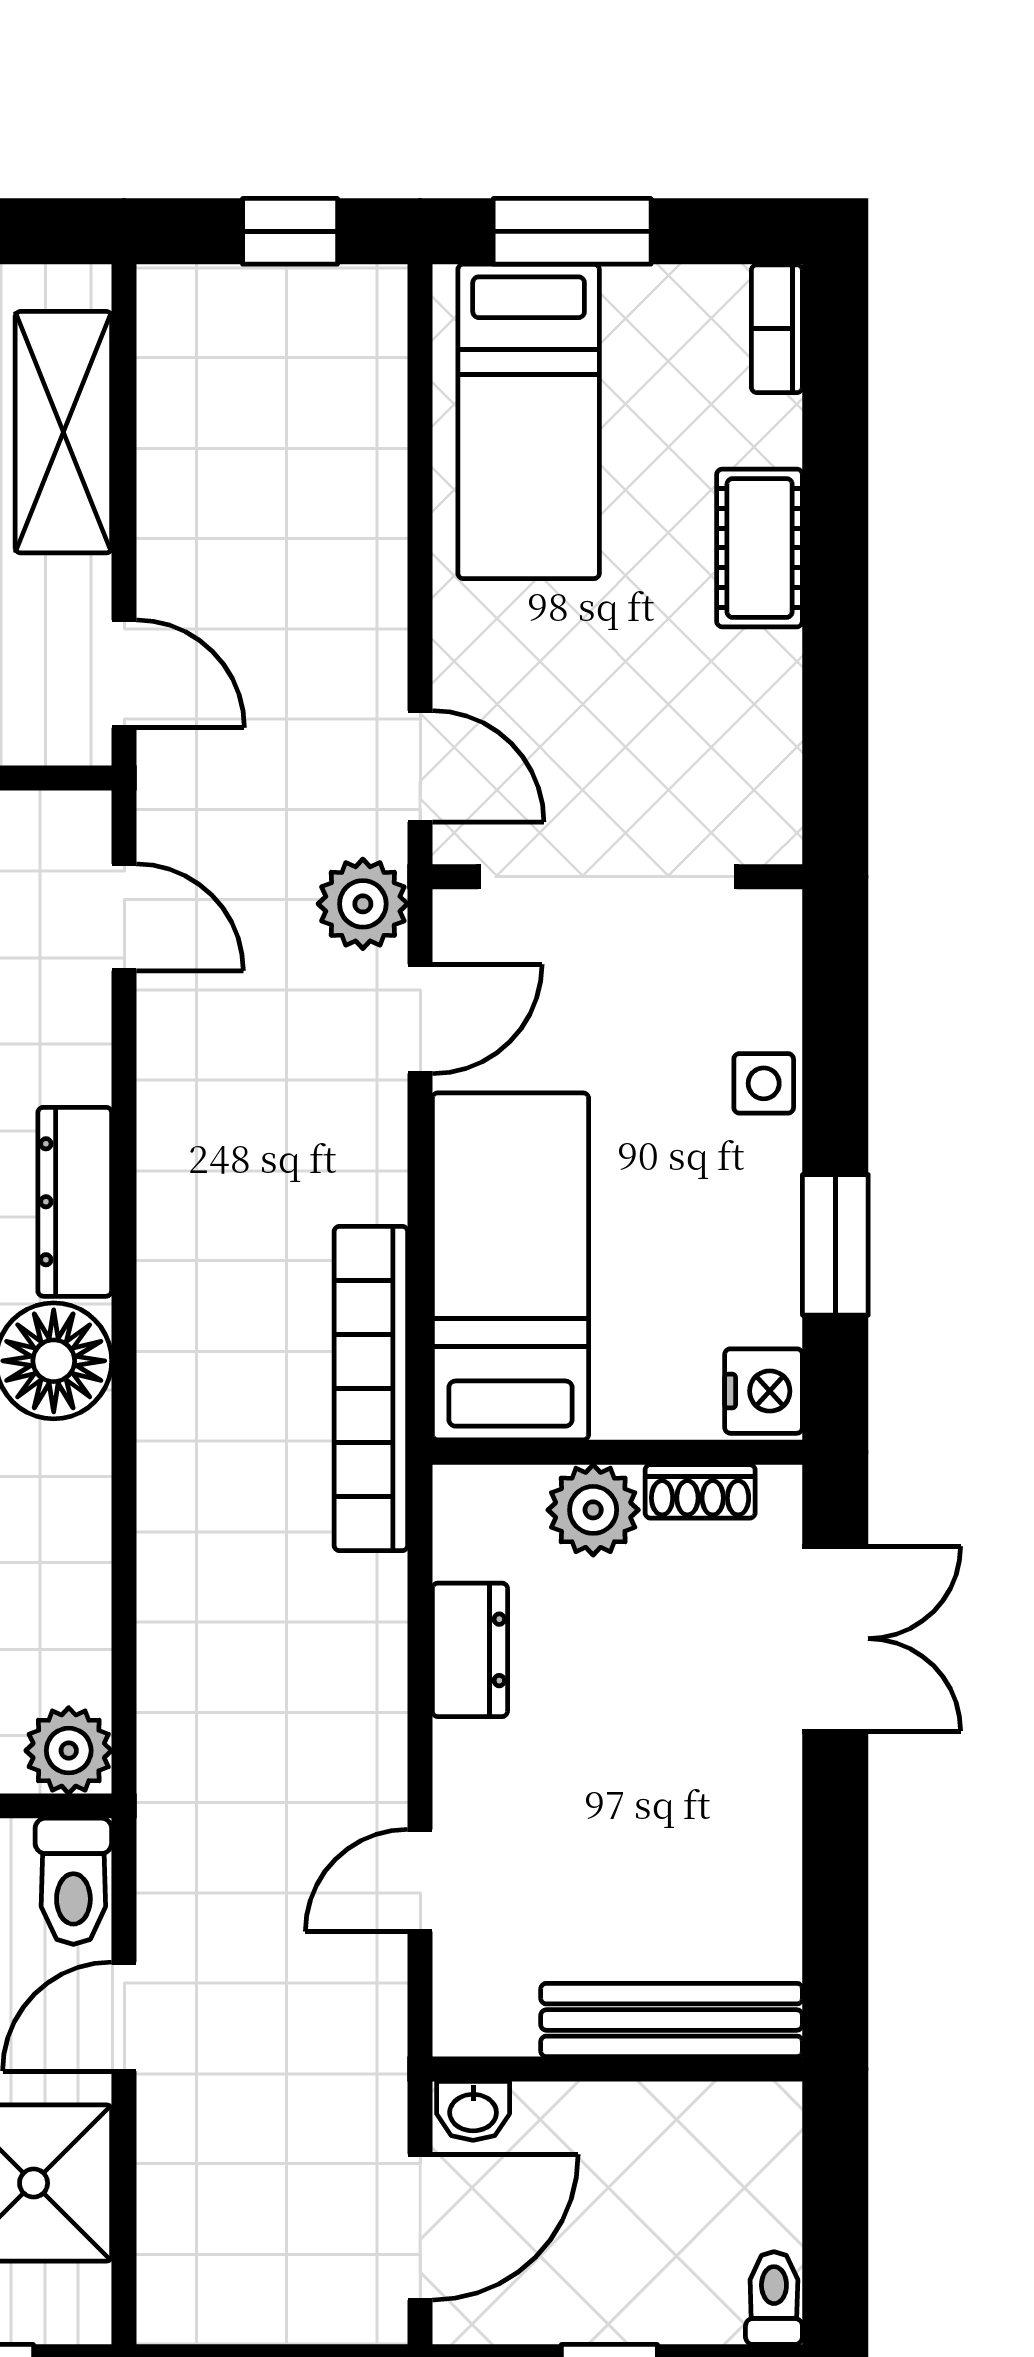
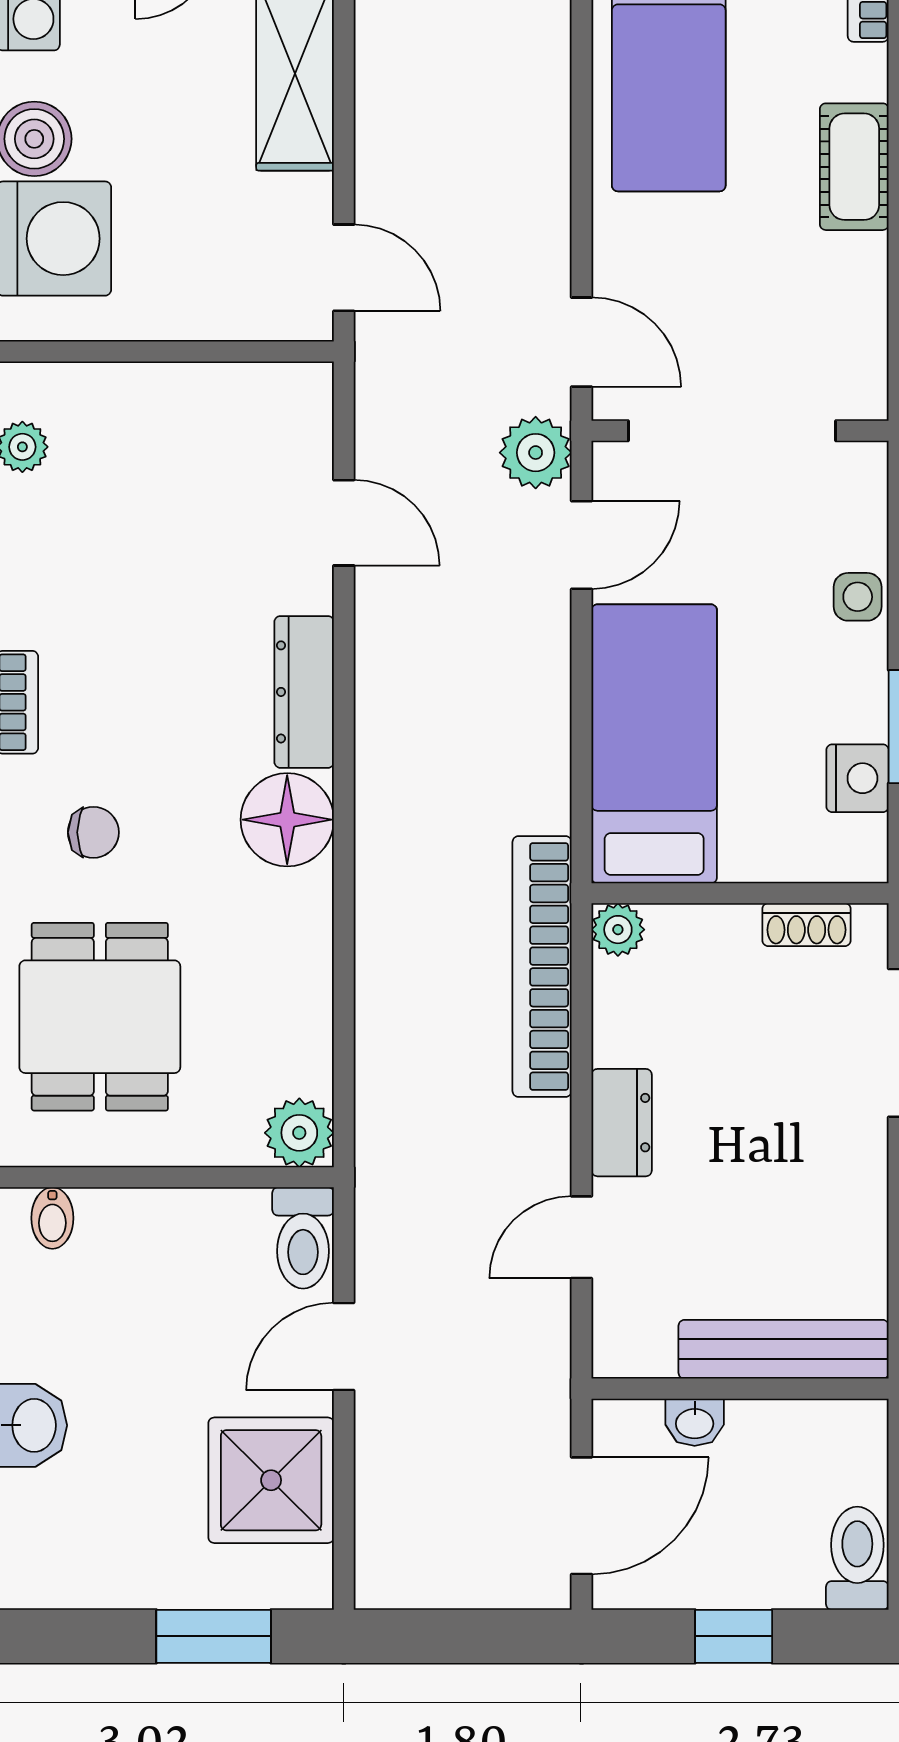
door: (124, 917) -> (344, 523), moved
bookcase: (371, 1388) -> (542, 966), moved
nightstand: (764, 1391) -> (857, 778), moved
plant: (593, 1510) -> (618, 930), moved, width x0.73, depth x0.73
dresser: (470, 1650) -> (622, 1123), moved
washbasin: (473, 2111) -> (695, 1422), moved
toilet: (774, 2298) -> (857, 1558), width x1.37, depth x1.39

